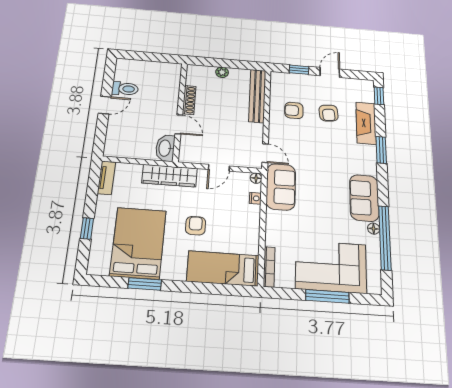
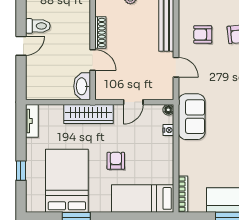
door: (265, 153) -> (176, 67), moved

